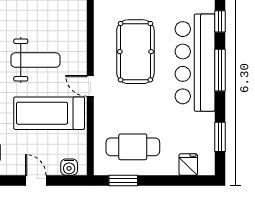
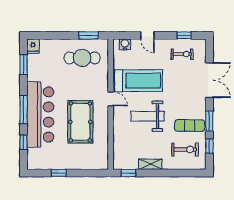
fridge: (188, 164) -> (33, 46), moved

